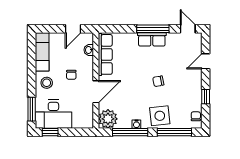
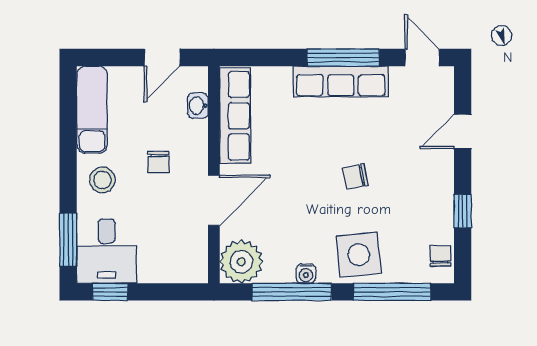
row of seats: (152, 39) -> (341, 82), width x1.48
desk: (53, 114) -> (107, 251), width x0.73

